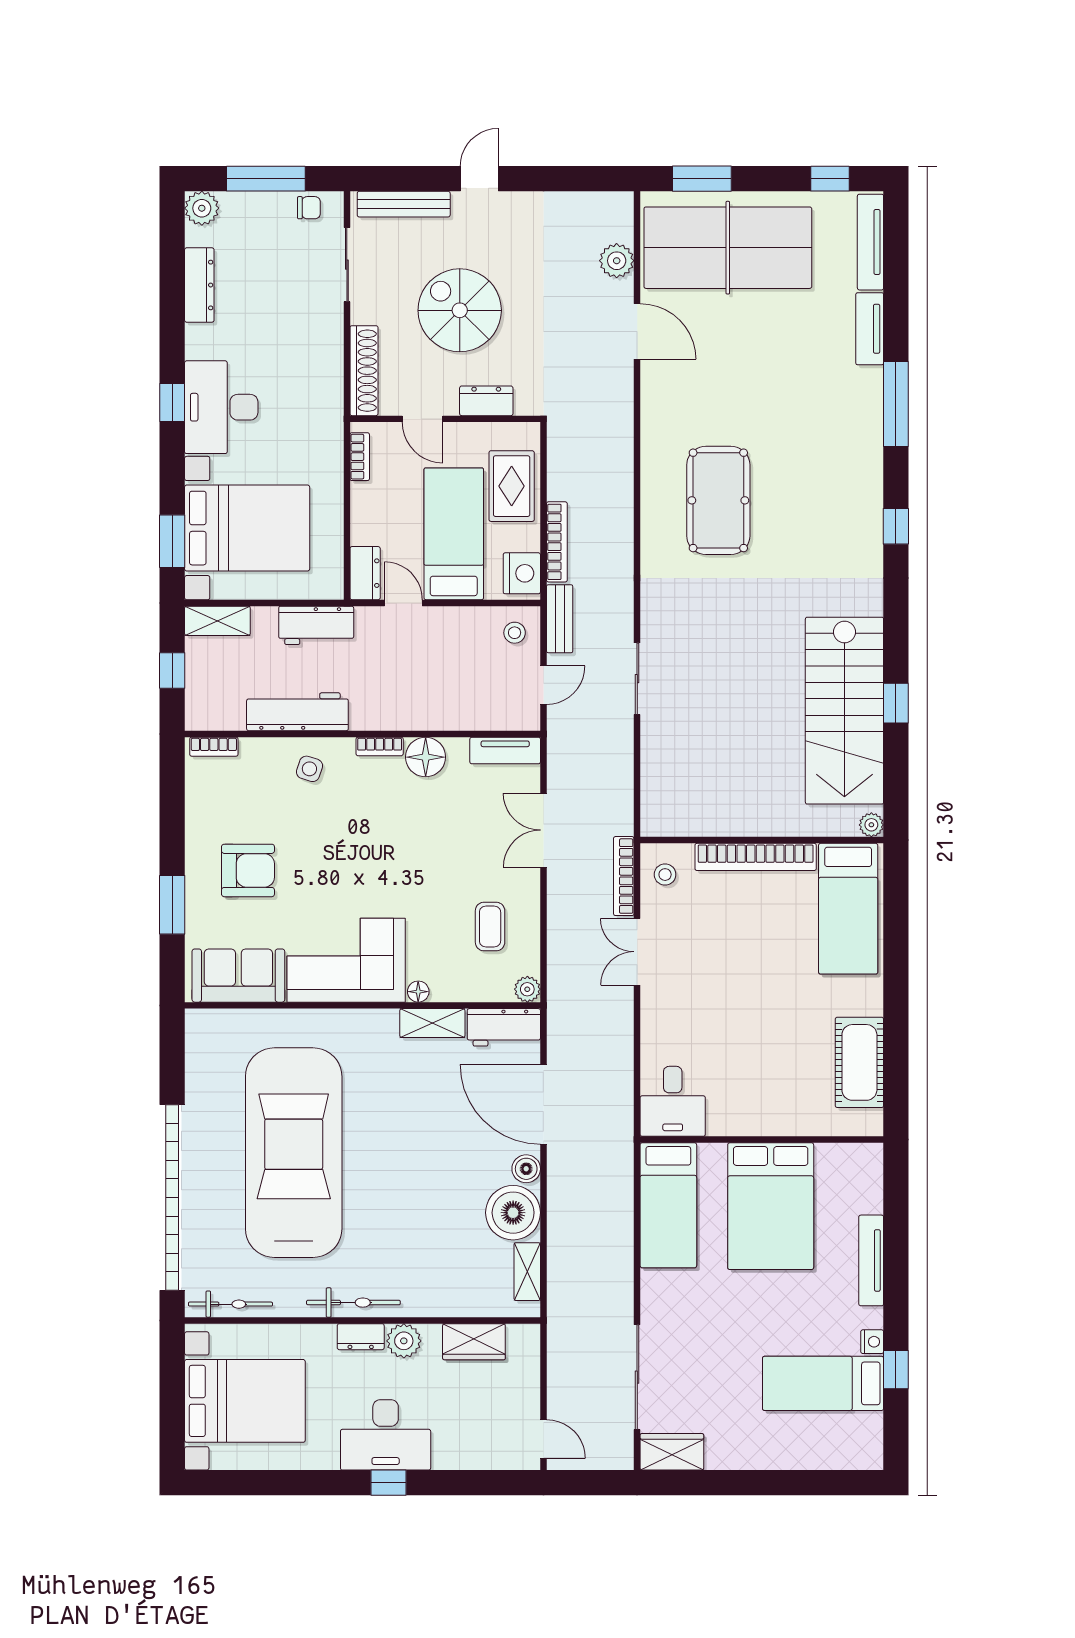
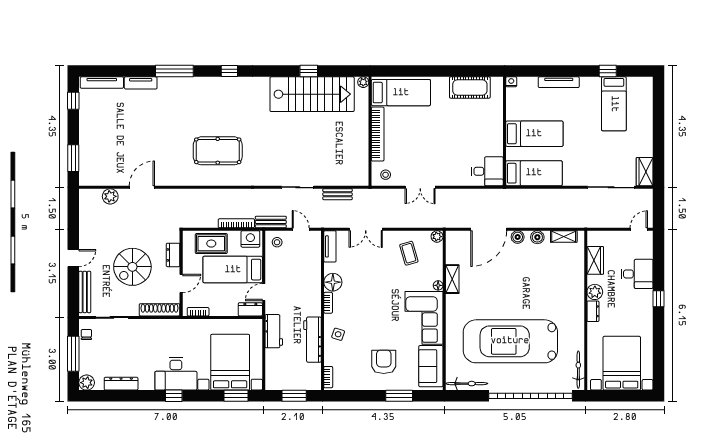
door: (479, 179) -> (73, 258), swing flipped
table tennis table: (728, 248) -> (104, 147), removed
shelving: (217, 621) -> (272, 376), removed
window: (172, 671) -> (294, 396), width x1.50
bench: (622, 767) -> (338, 194), added
bookcase: (624, 876) -> (386, 193), removed
coffee table: (490, 927) -> (409, 253), turned 74
workbench: (504, 1027) -> (454, 247), removed
bed: (771, 1206) -> (534, 134), width x0.67
boiler: (513, 1213) -> (537, 237), width x0.54, depth x0.54
bicycle: (353, 1303) -> (467, 384), moved, turned 90
nightstand: (872, 1342) -> (511, 82), moved
desk: (386, 1435) -> (637, 274), moved, width x0.73

